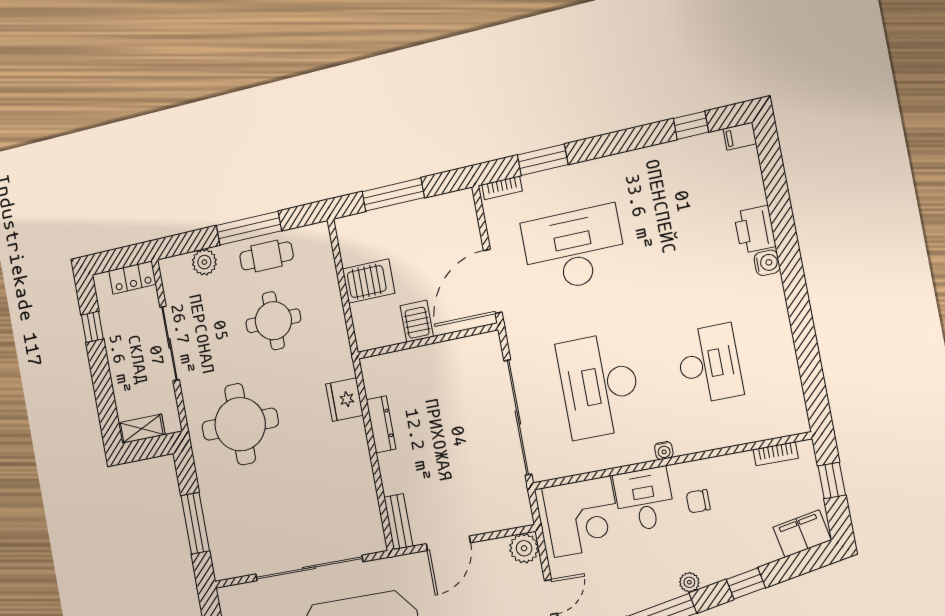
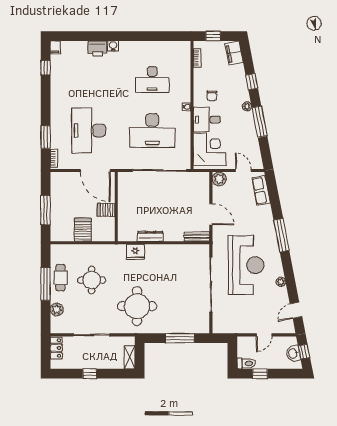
window: (92, 327) -> (90, 374), moved
desk: (709, 364) -> (152, 80), turned 180

